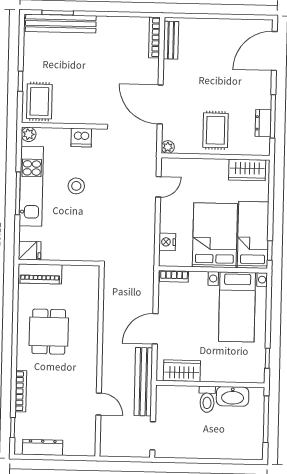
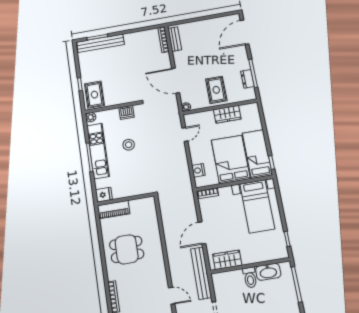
wardrobe: (247, 170) -> (227, 114), moved
dining table: (49, 332) -> (127, 249), turned 90

